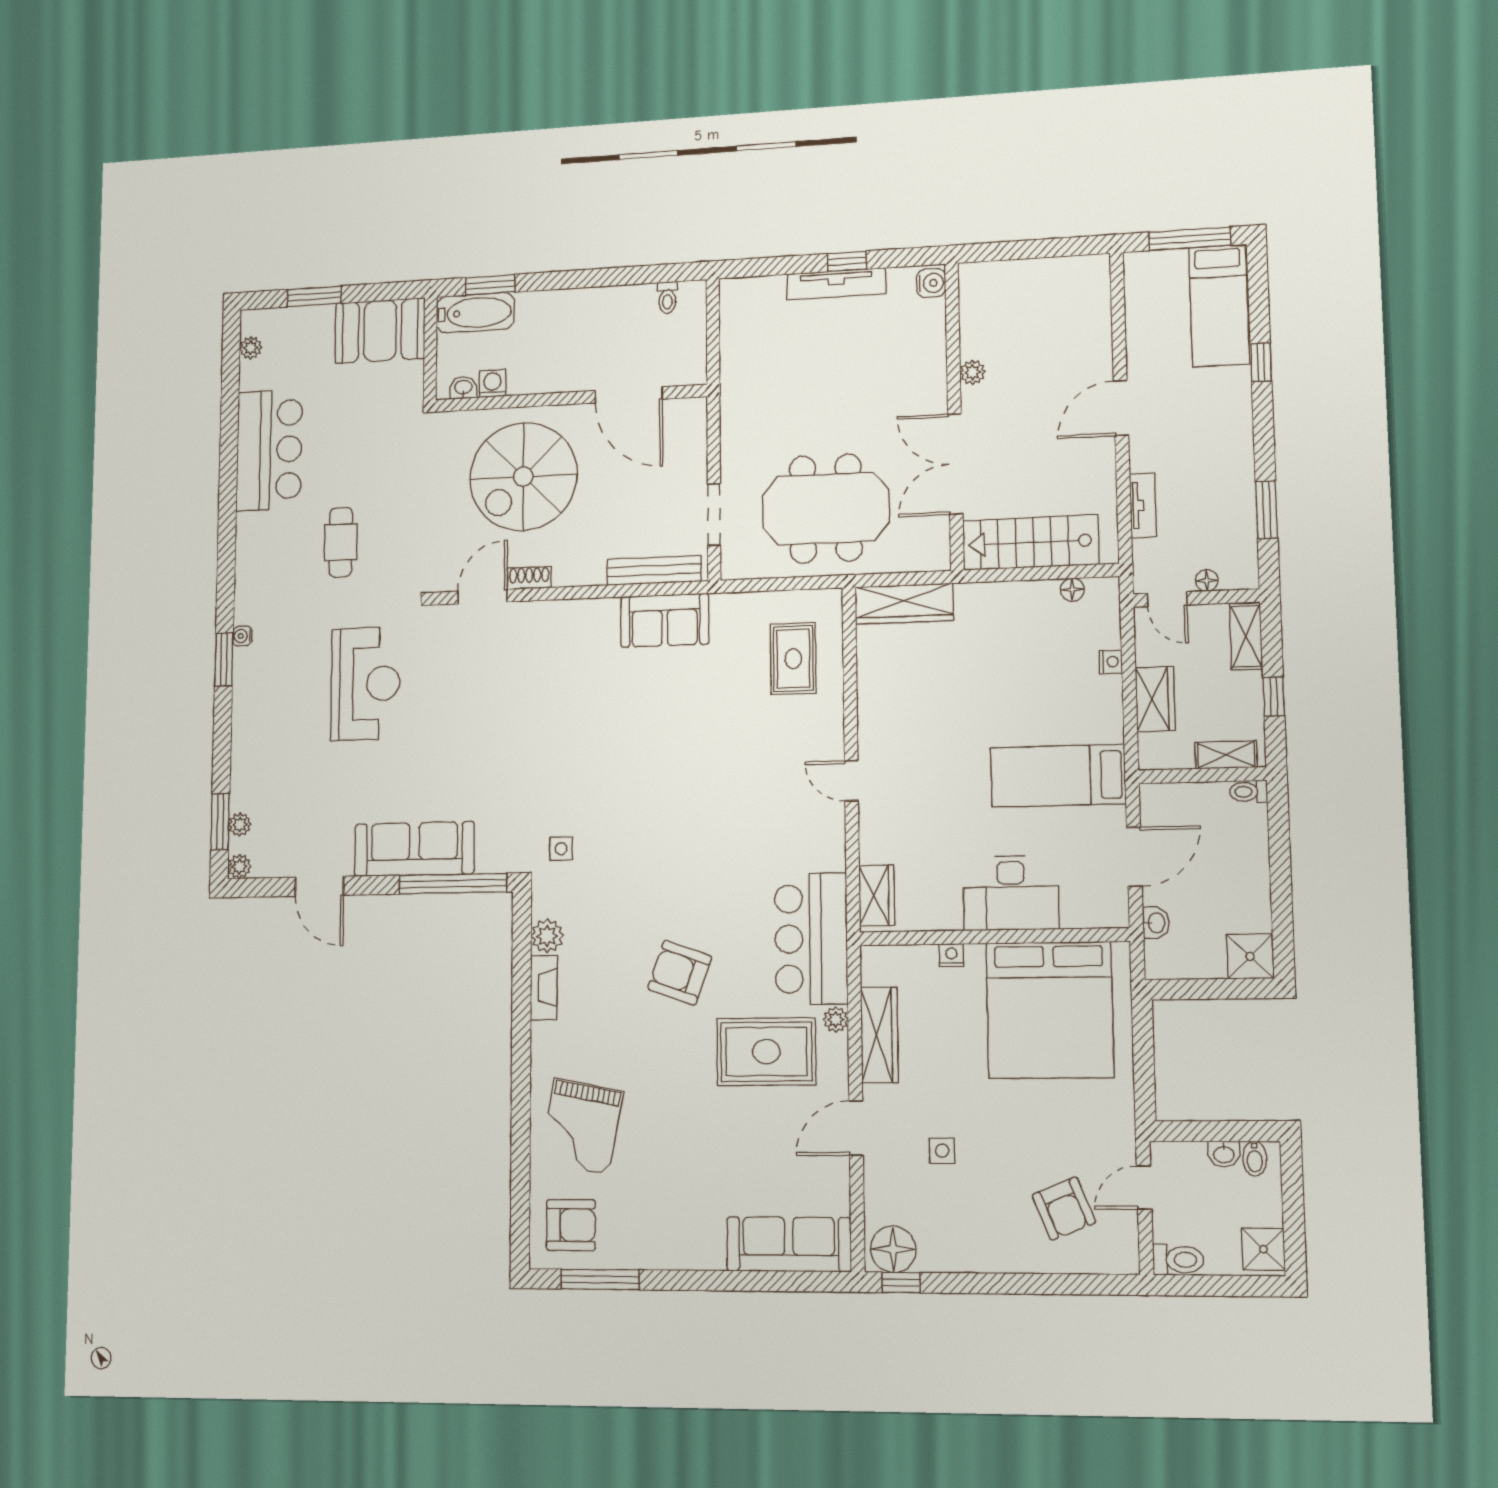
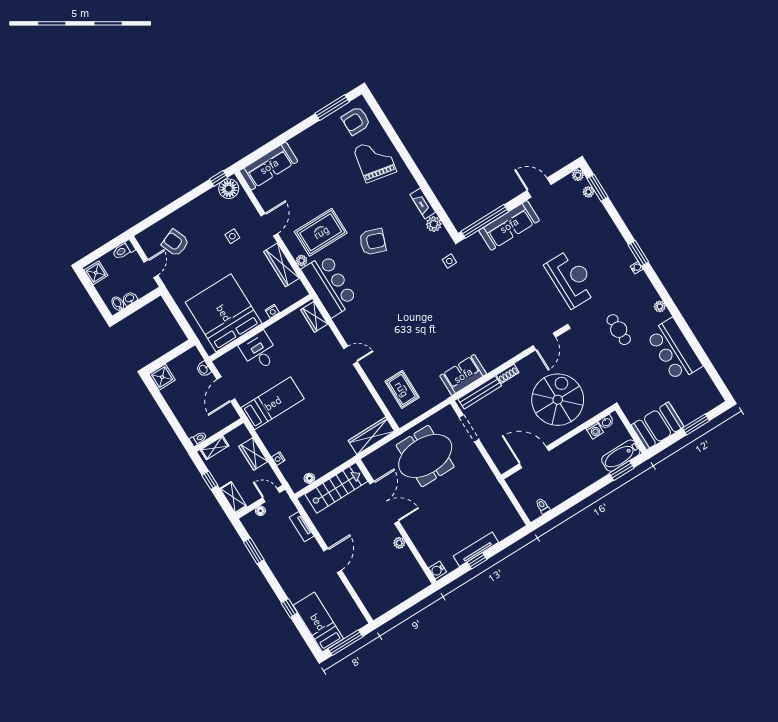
plant: (251, 348) -> (660, 306), moved
shoe rack: (529, 578) -> (508, 374), moved
reception desk: (365, 684) -> (571, 279), turned 180
desk: (1011, 893) -> (259, 351), width x0.73

